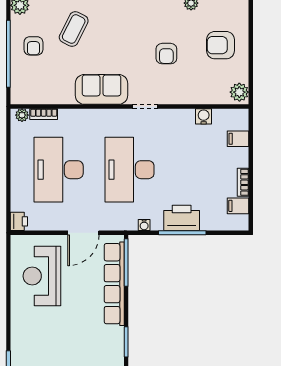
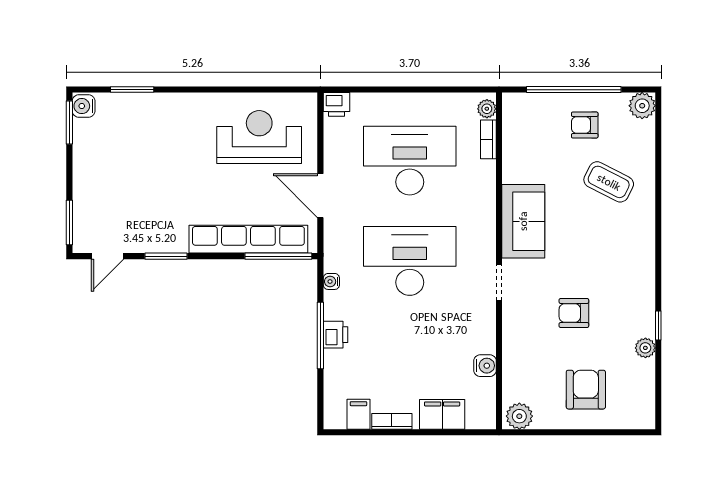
filing cabinet: (238, 139) -> (442, 414), width x2.00
printer: (182, 218) -> (335, 335), width x0.53, depth x0.68

